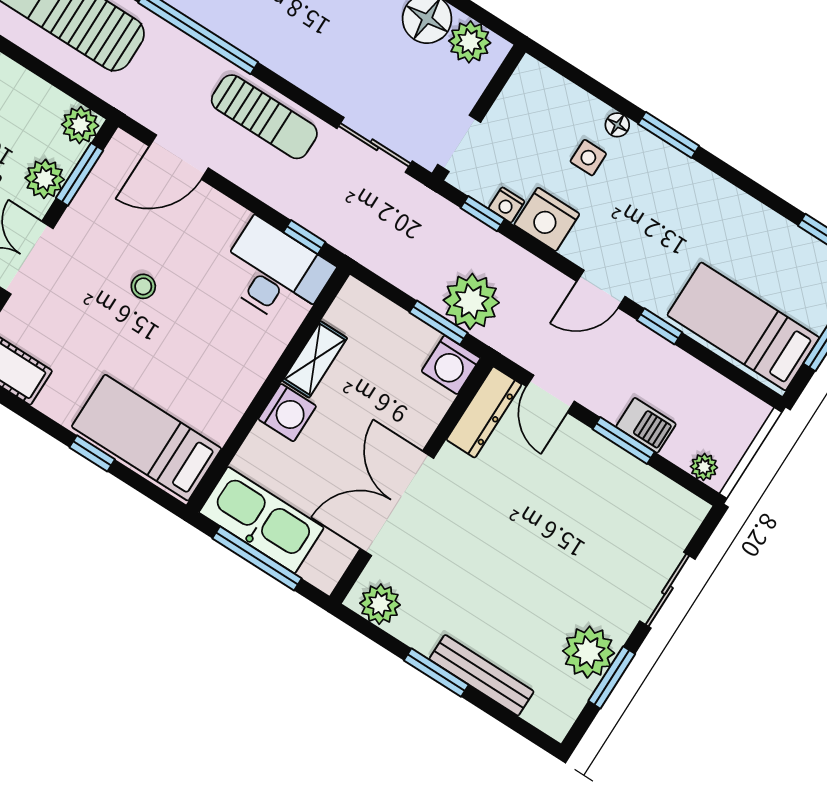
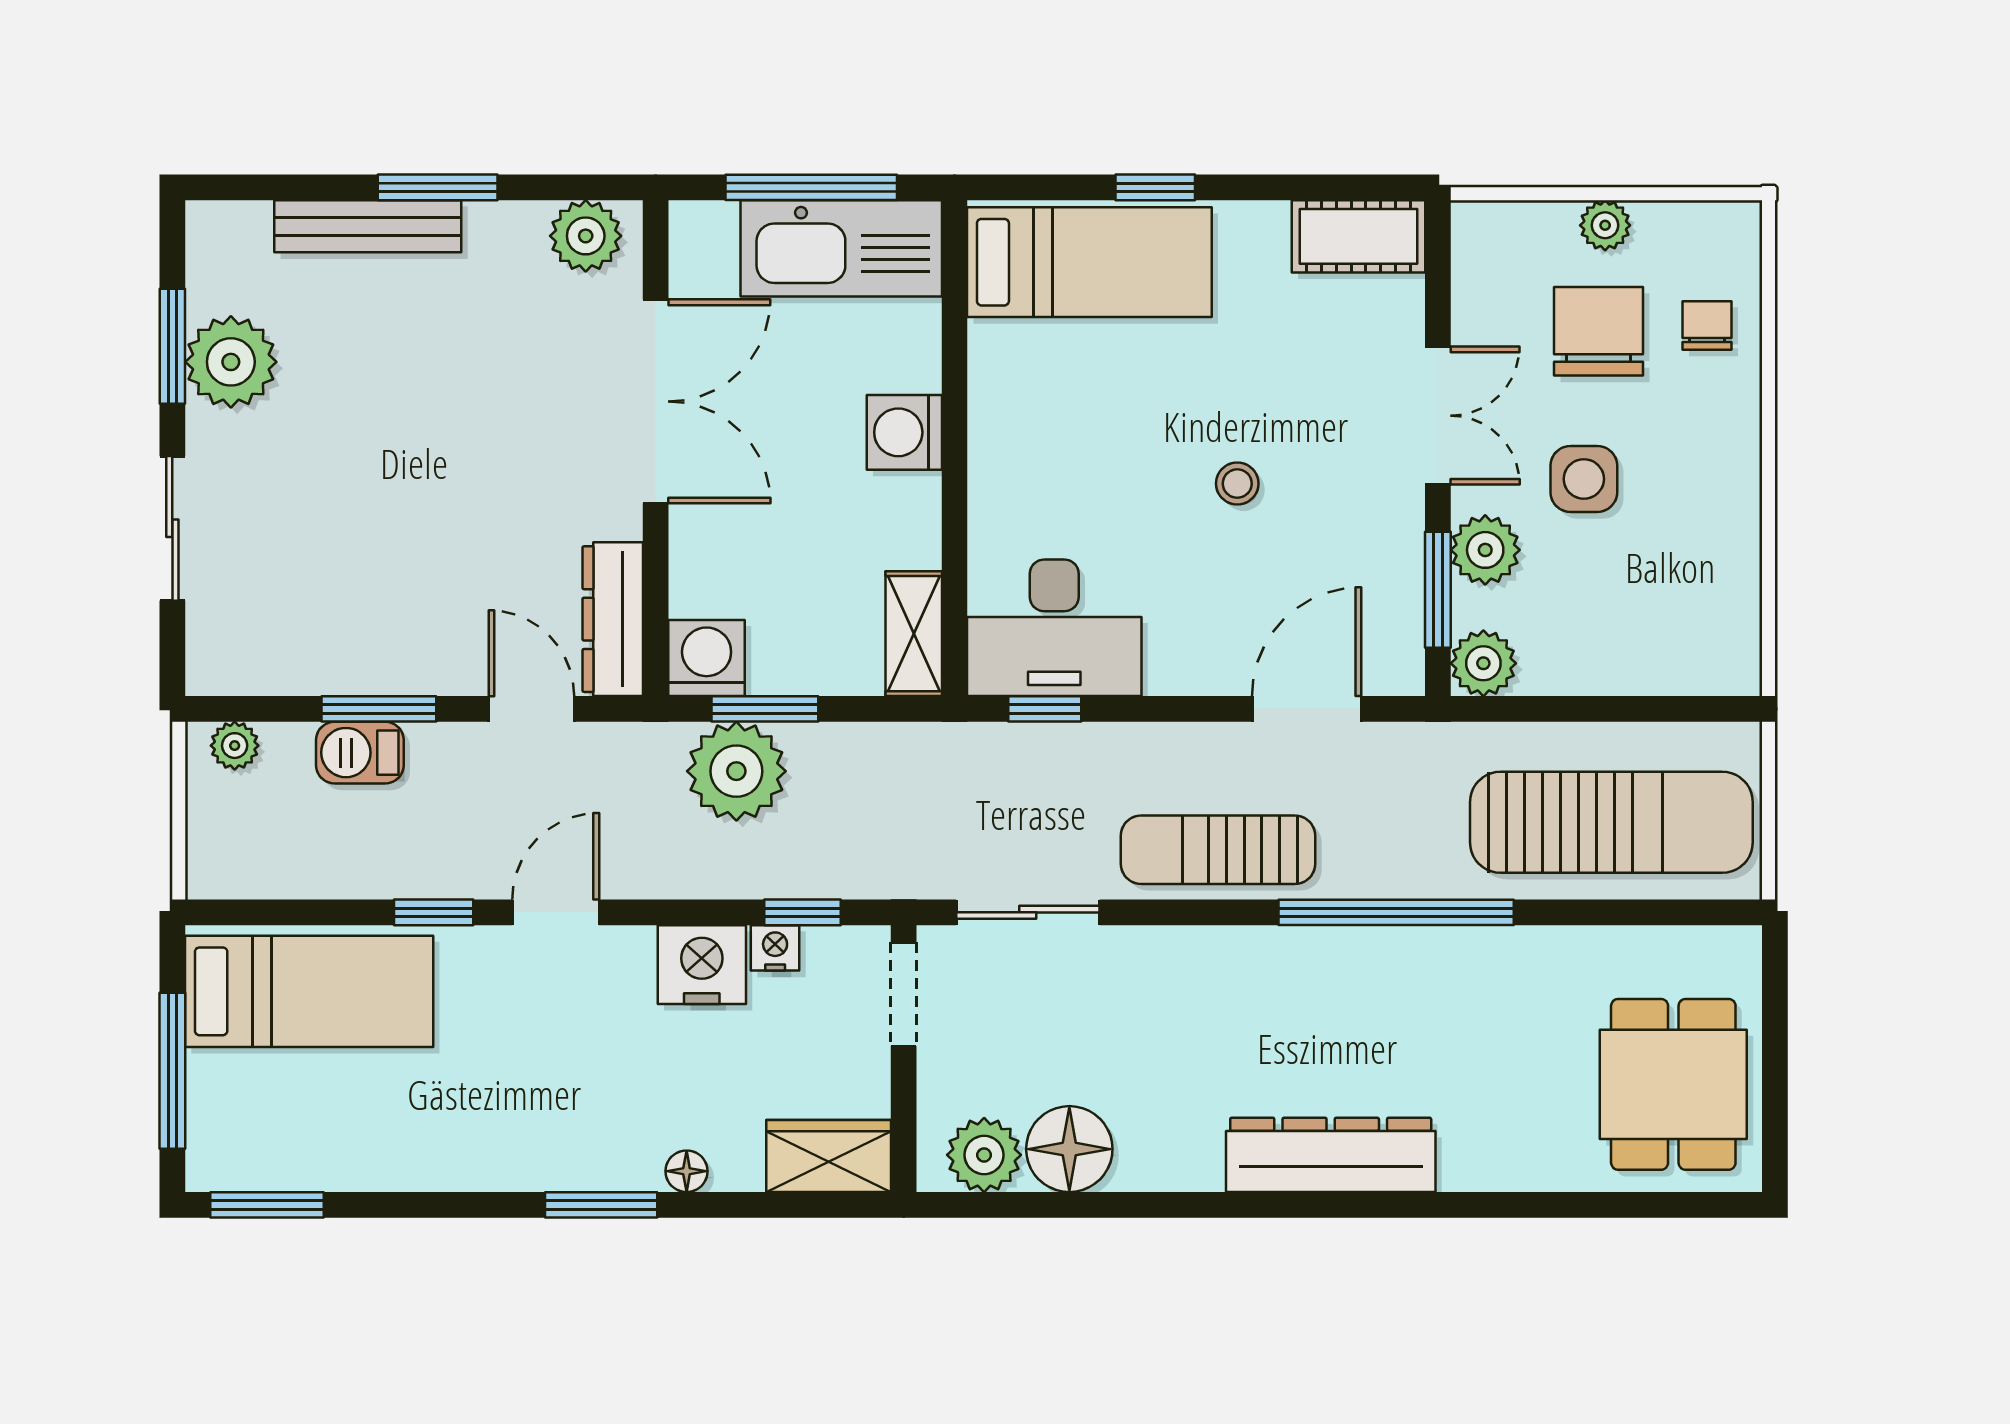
wardrobe: (544, 89) -> (829, 1156), added
side table: (588, 158) -> (699, 1095), removed
shelving: (315, 359) -> (914, 634), moved

